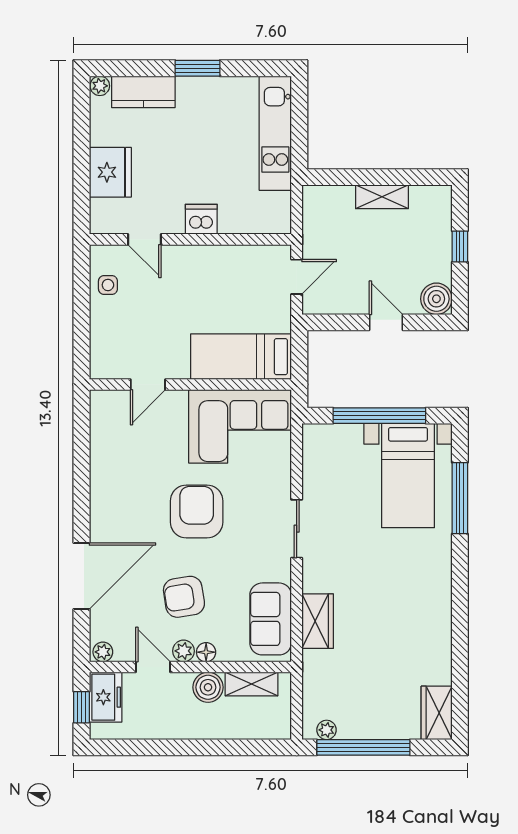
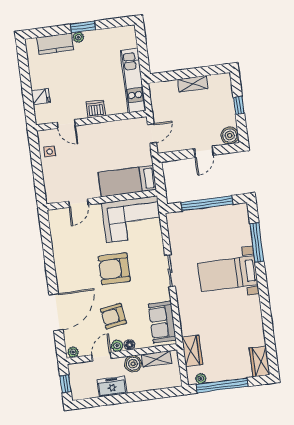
plant: (100, 86) -> (78, 37), moved
kitchen unit: (275, 133) -> (133, 81), moved
fridge: (110, 172) -> (41, 97), width x0.53, depth x0.75
door: (386, 322) -> (204, 152), swing flipped
bed with nightstands: (408, 476) -> (228, 274), moved, turned 90
armchair: (197, 512) -> (114, 269), turned -90
wardrobe: (318, 621) -> (192, 351), moved
door: (153, 667) -> (102, 357), hinge flipped
freezer: (106, 697) -> (112, 387), moved, turned -90

